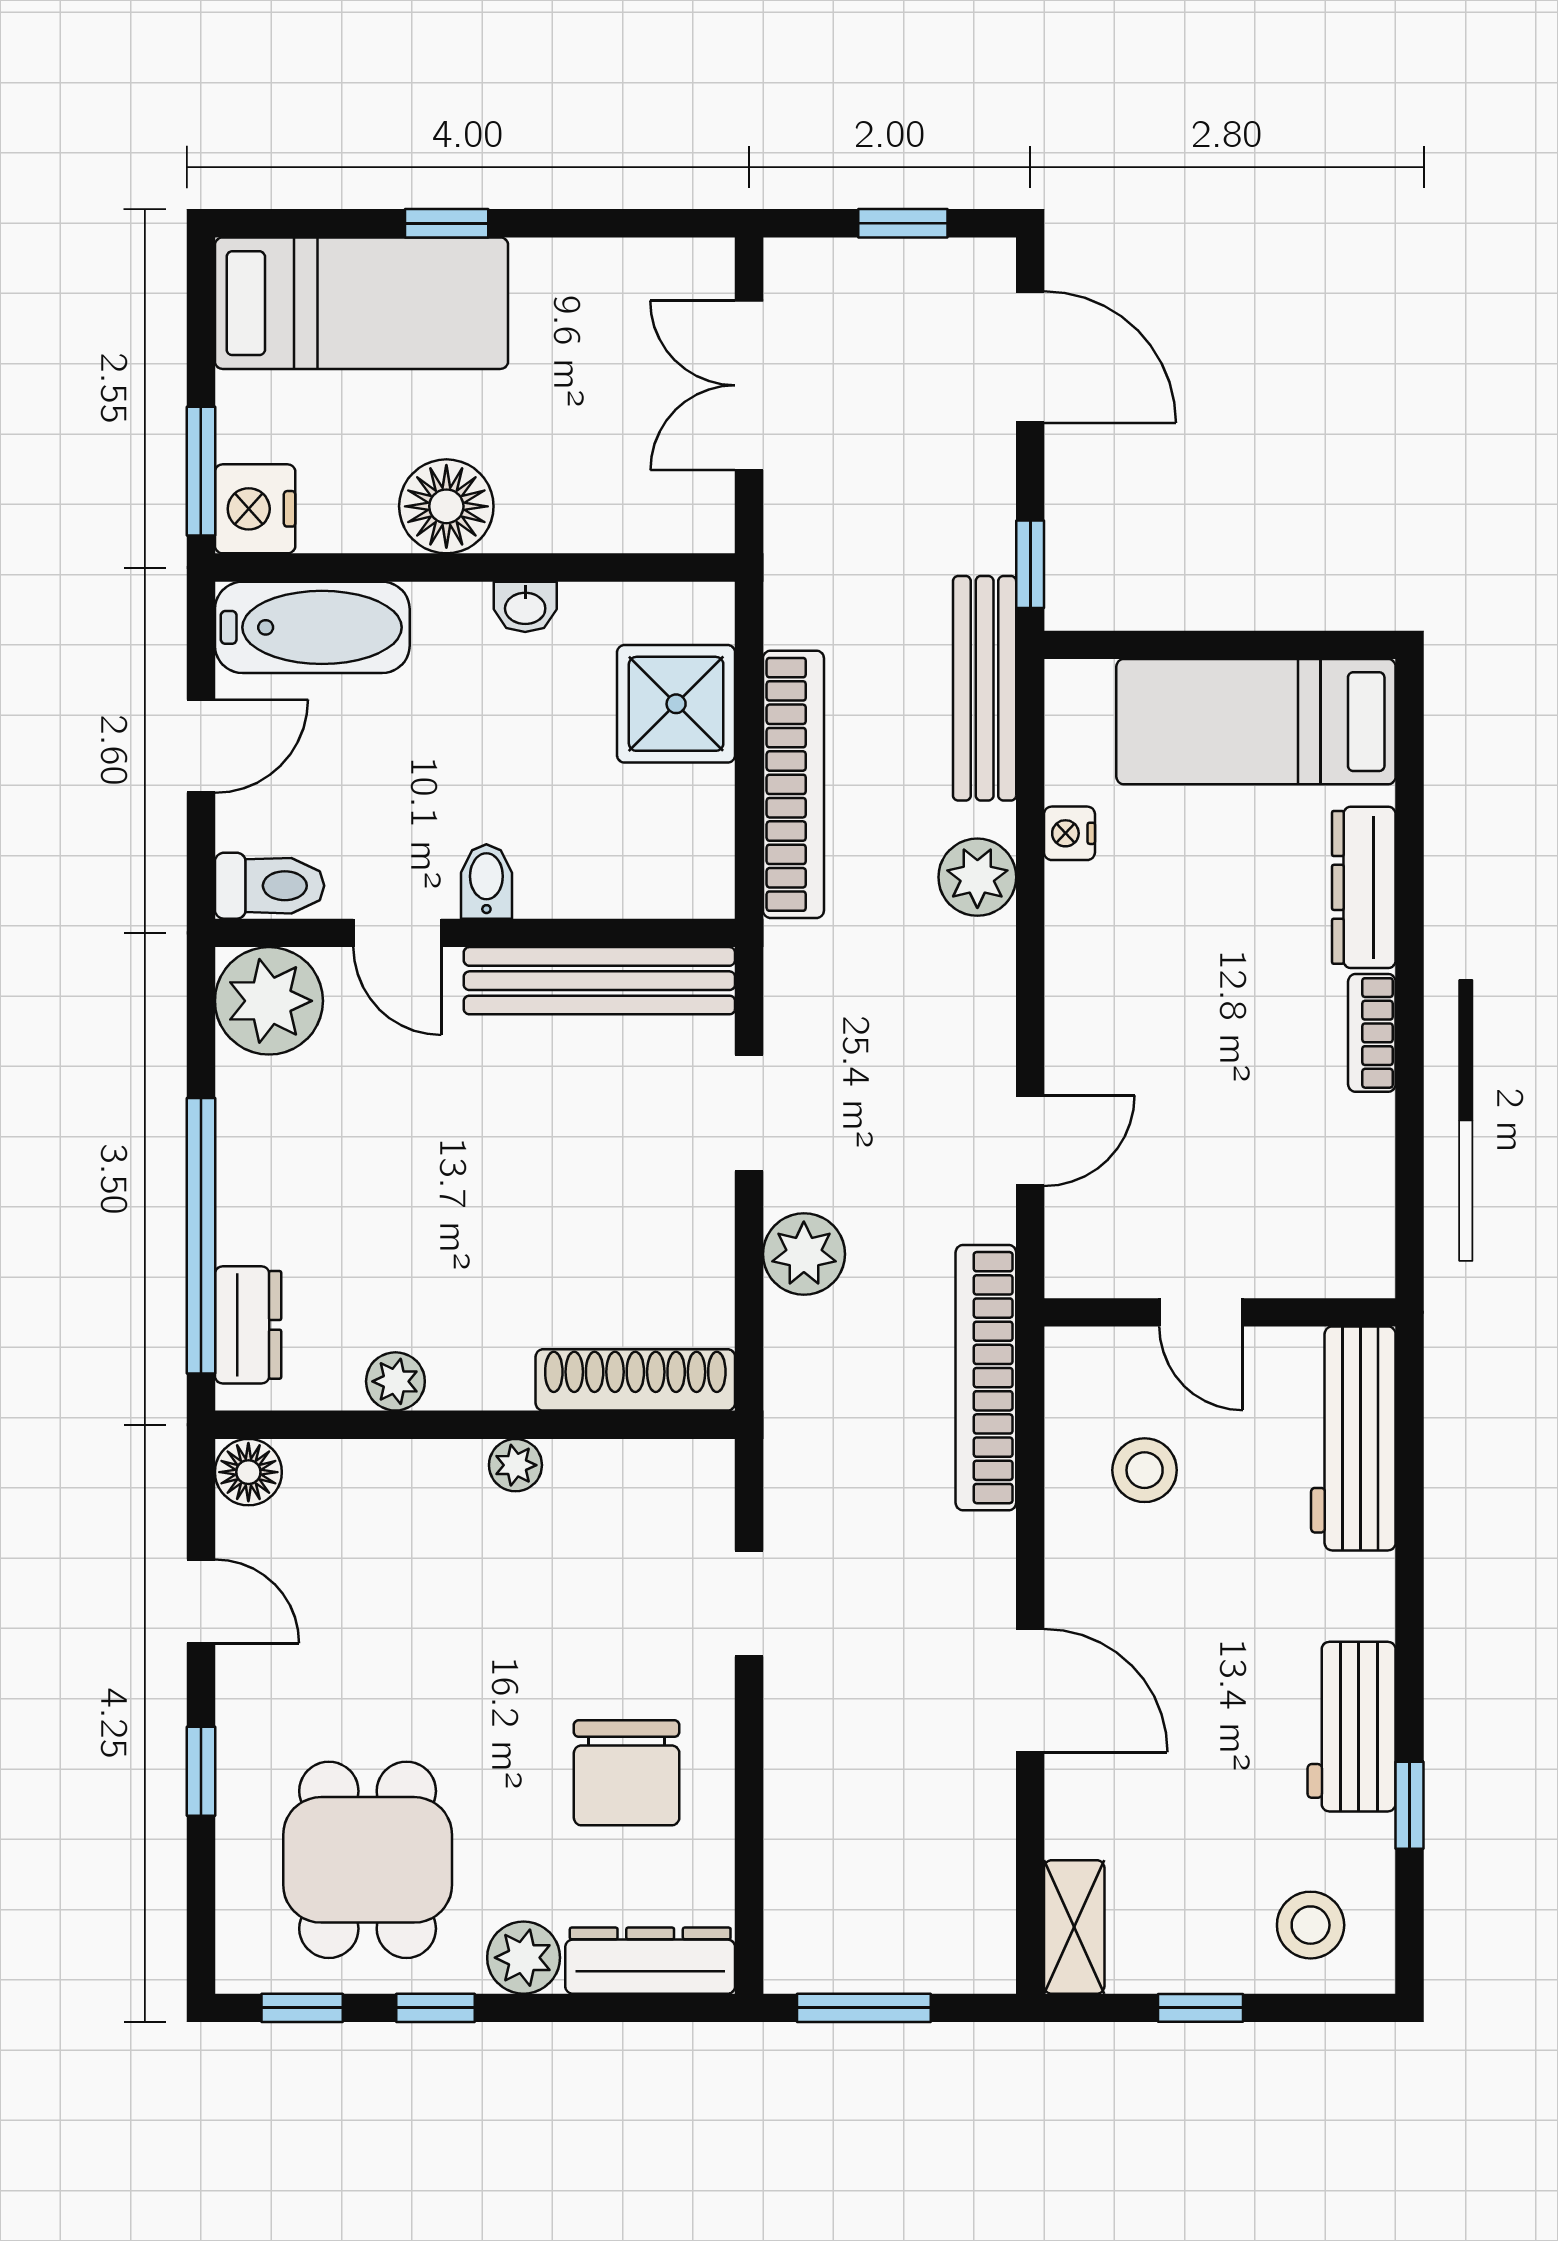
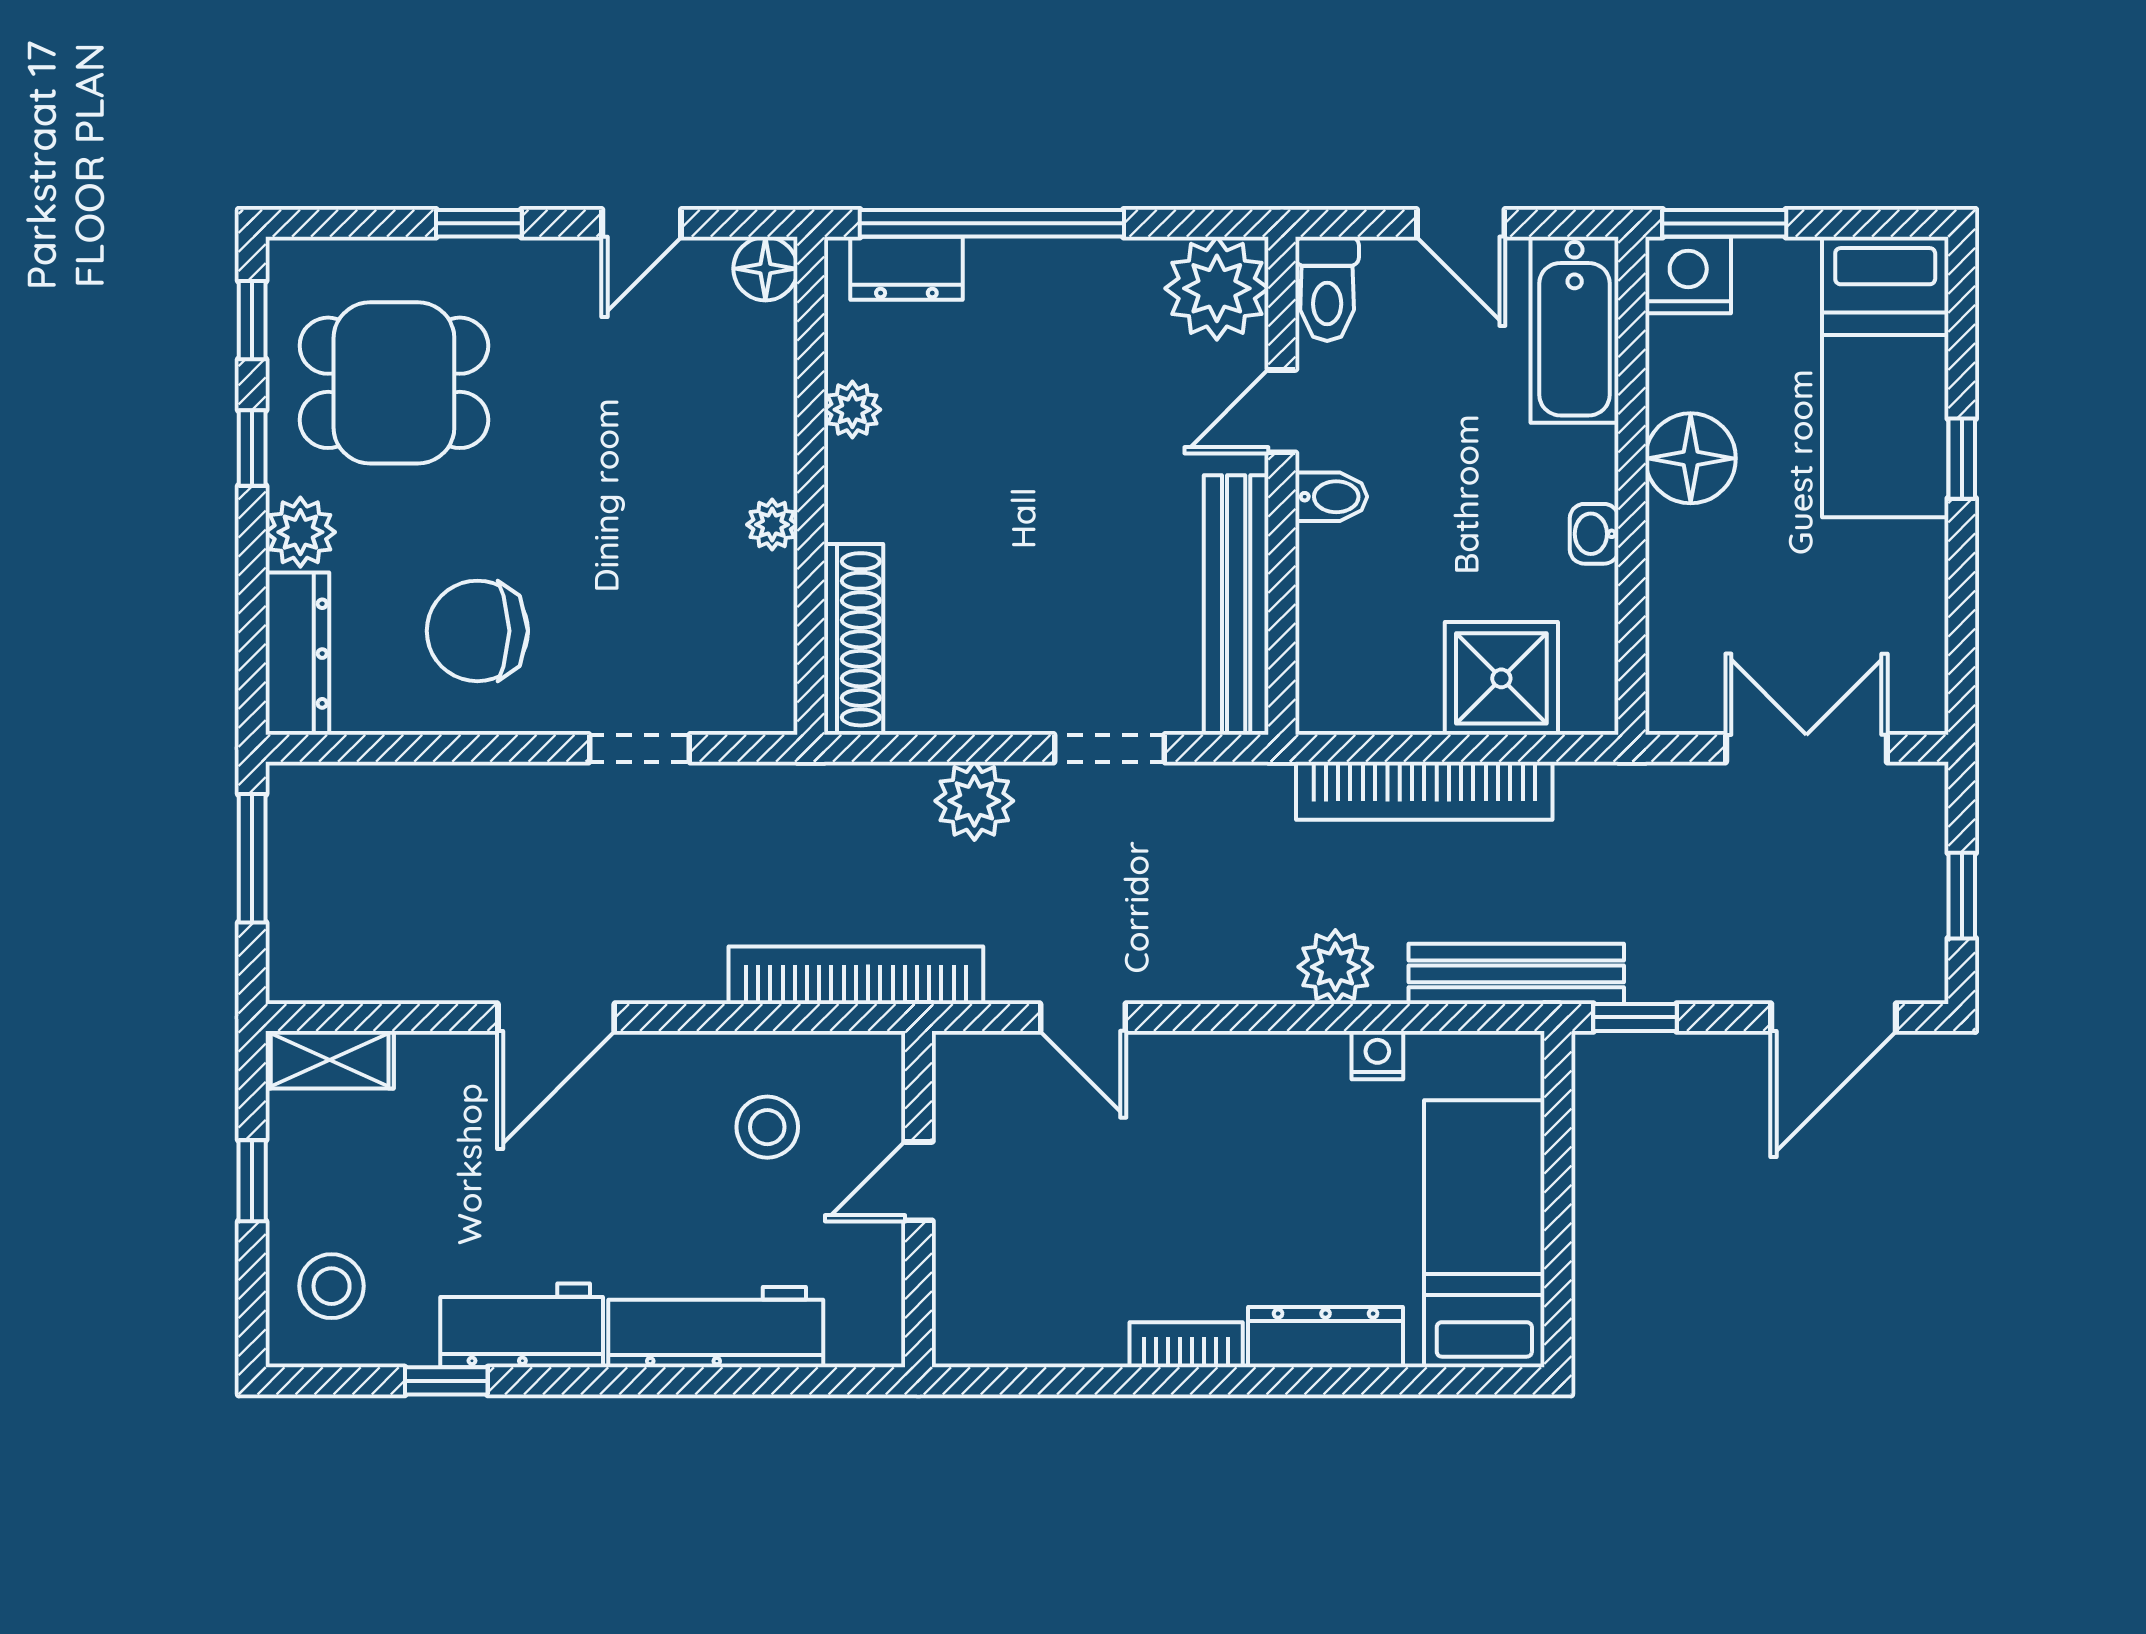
workbench: (1353, 1438) -> (716, 1327), moved

